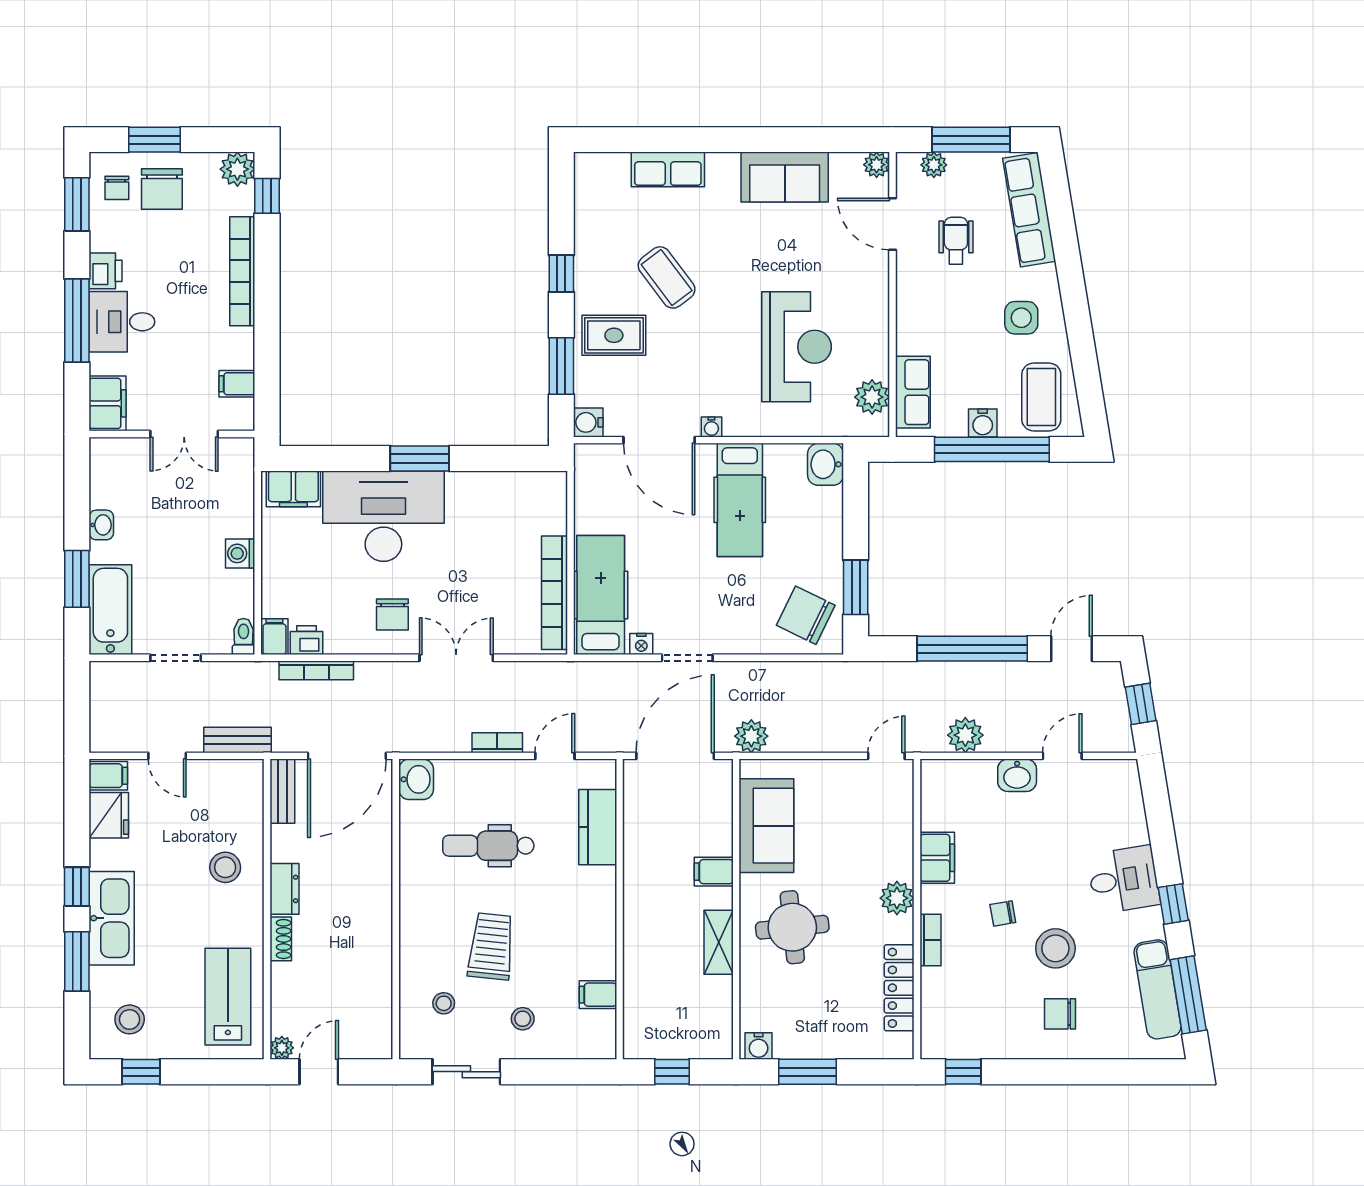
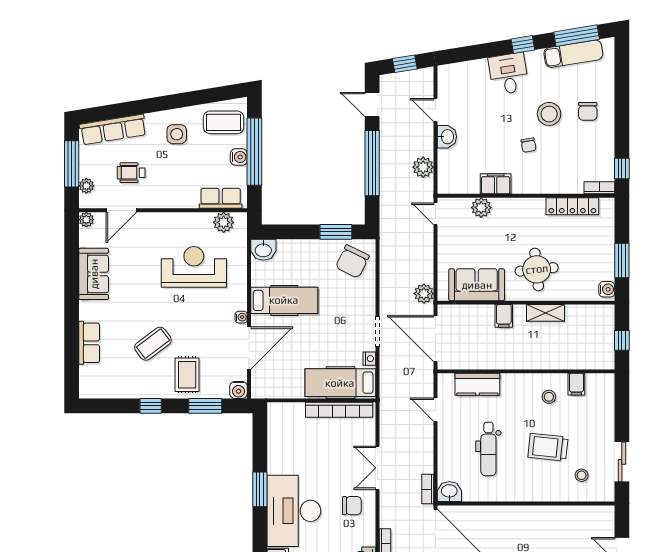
bookcase: (497, 743) -> (428, 489), moved
plant: (897, 898) -> (481, 208), moved
bookcase: (930, 940) -> (599, 188), moved
stool: (523, 1019) -> (549, 397), moved

